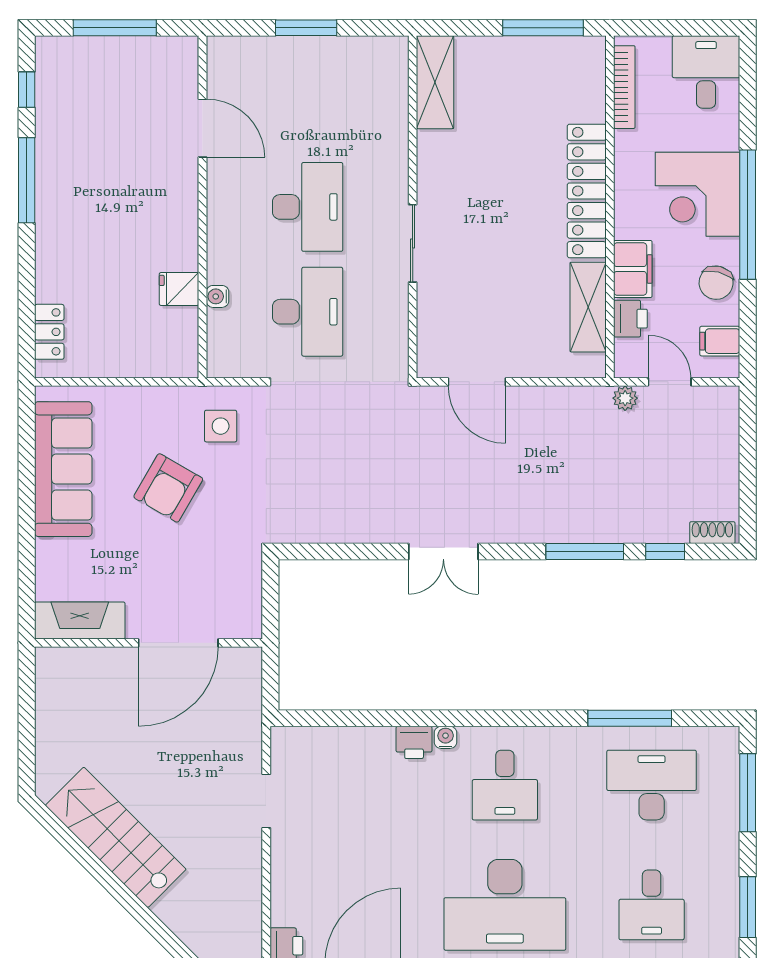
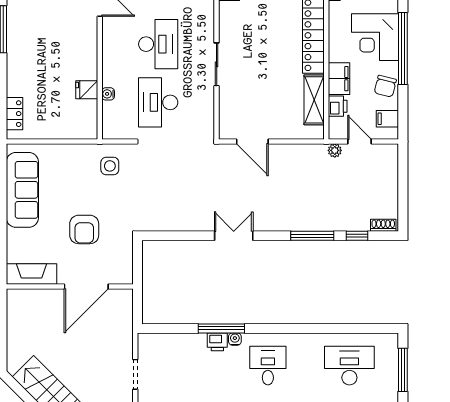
desk: (308, 312) -> (158, 102), turned 180
armchair: (168, 488) -> (84, 229), moved, turned -30
double door: (443, 552) -> (234, 236), swing flipped
window: (630, 718) -> (221, 328), moved
desk: (505, 785) -> (268, 366), turned 180

